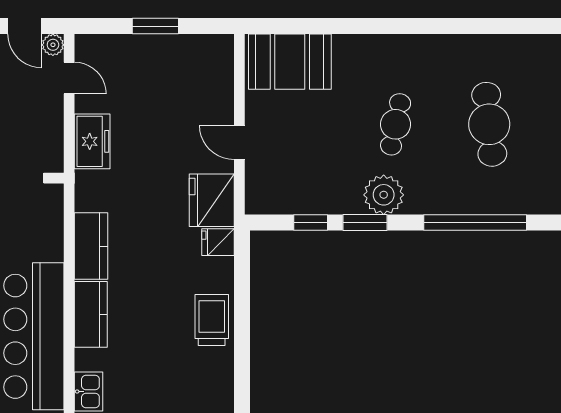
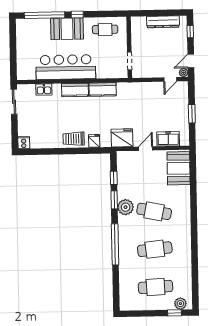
cafe table: (396, 124) -> (154, 211), width x1.37, depth x1.35
freezer: (92, 141) -> (168, 139), moved, turned 180
fridge: (218, 242) -> (94, 141), moved
trolley: (212, 320) -> (74, 139), turned 180

